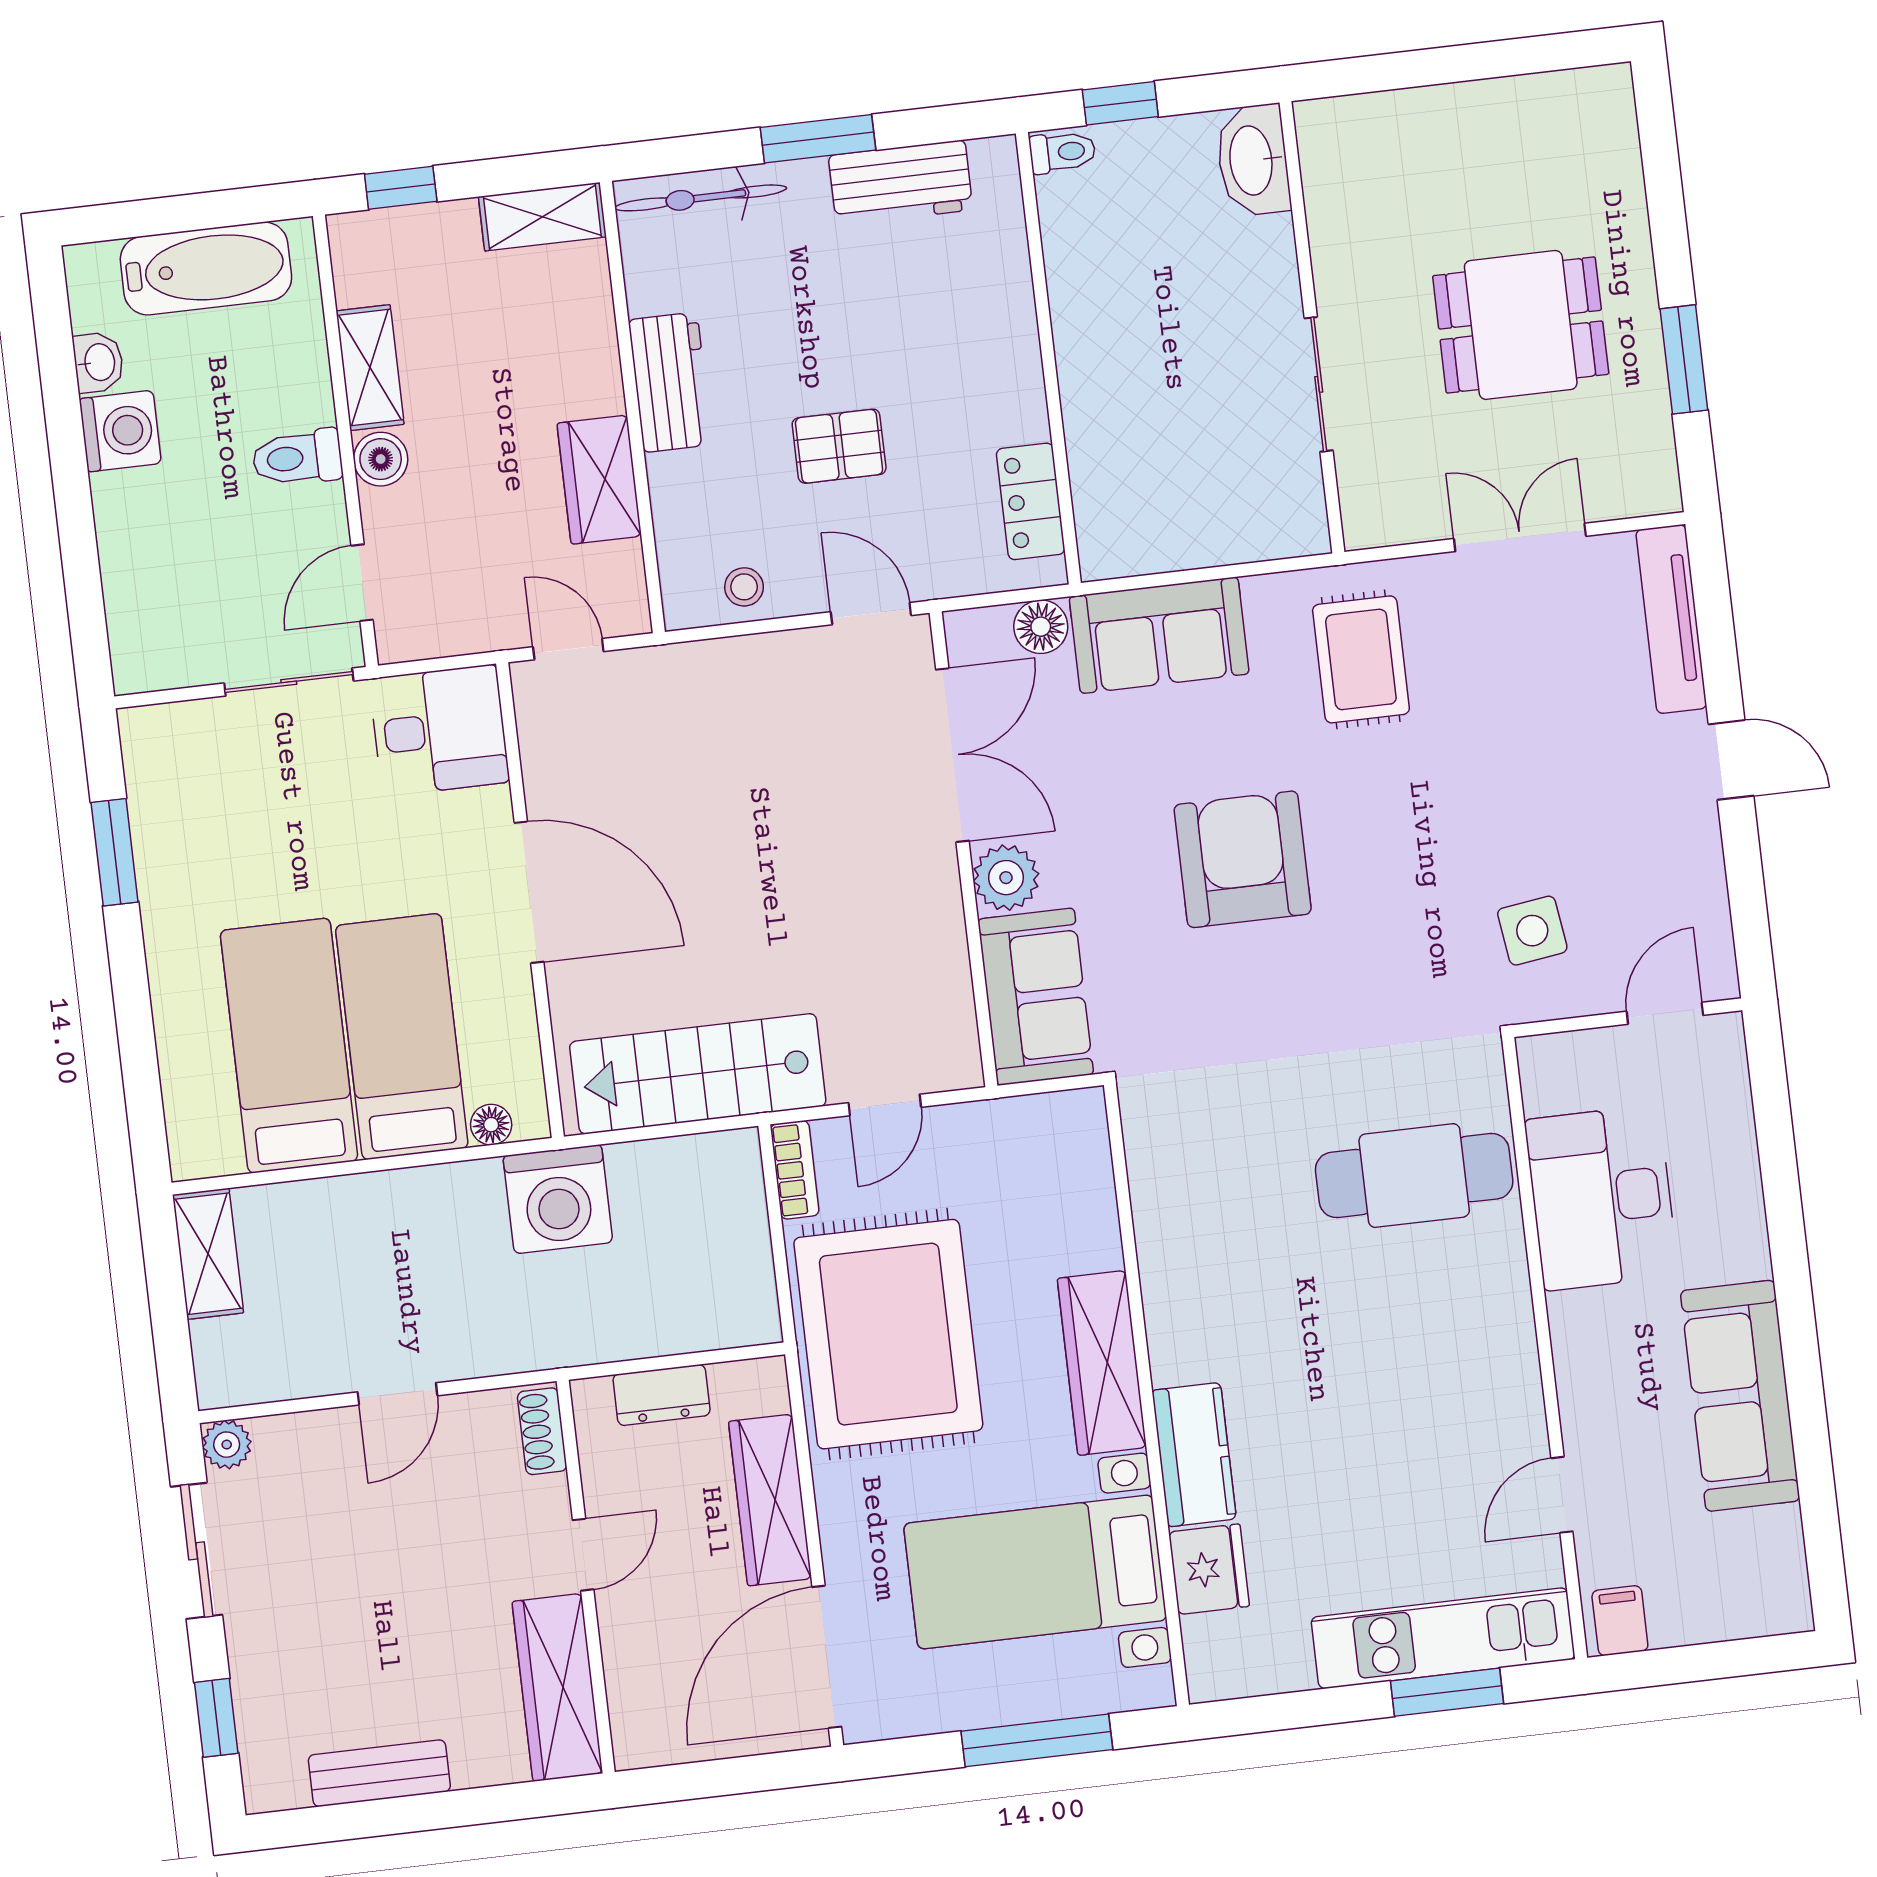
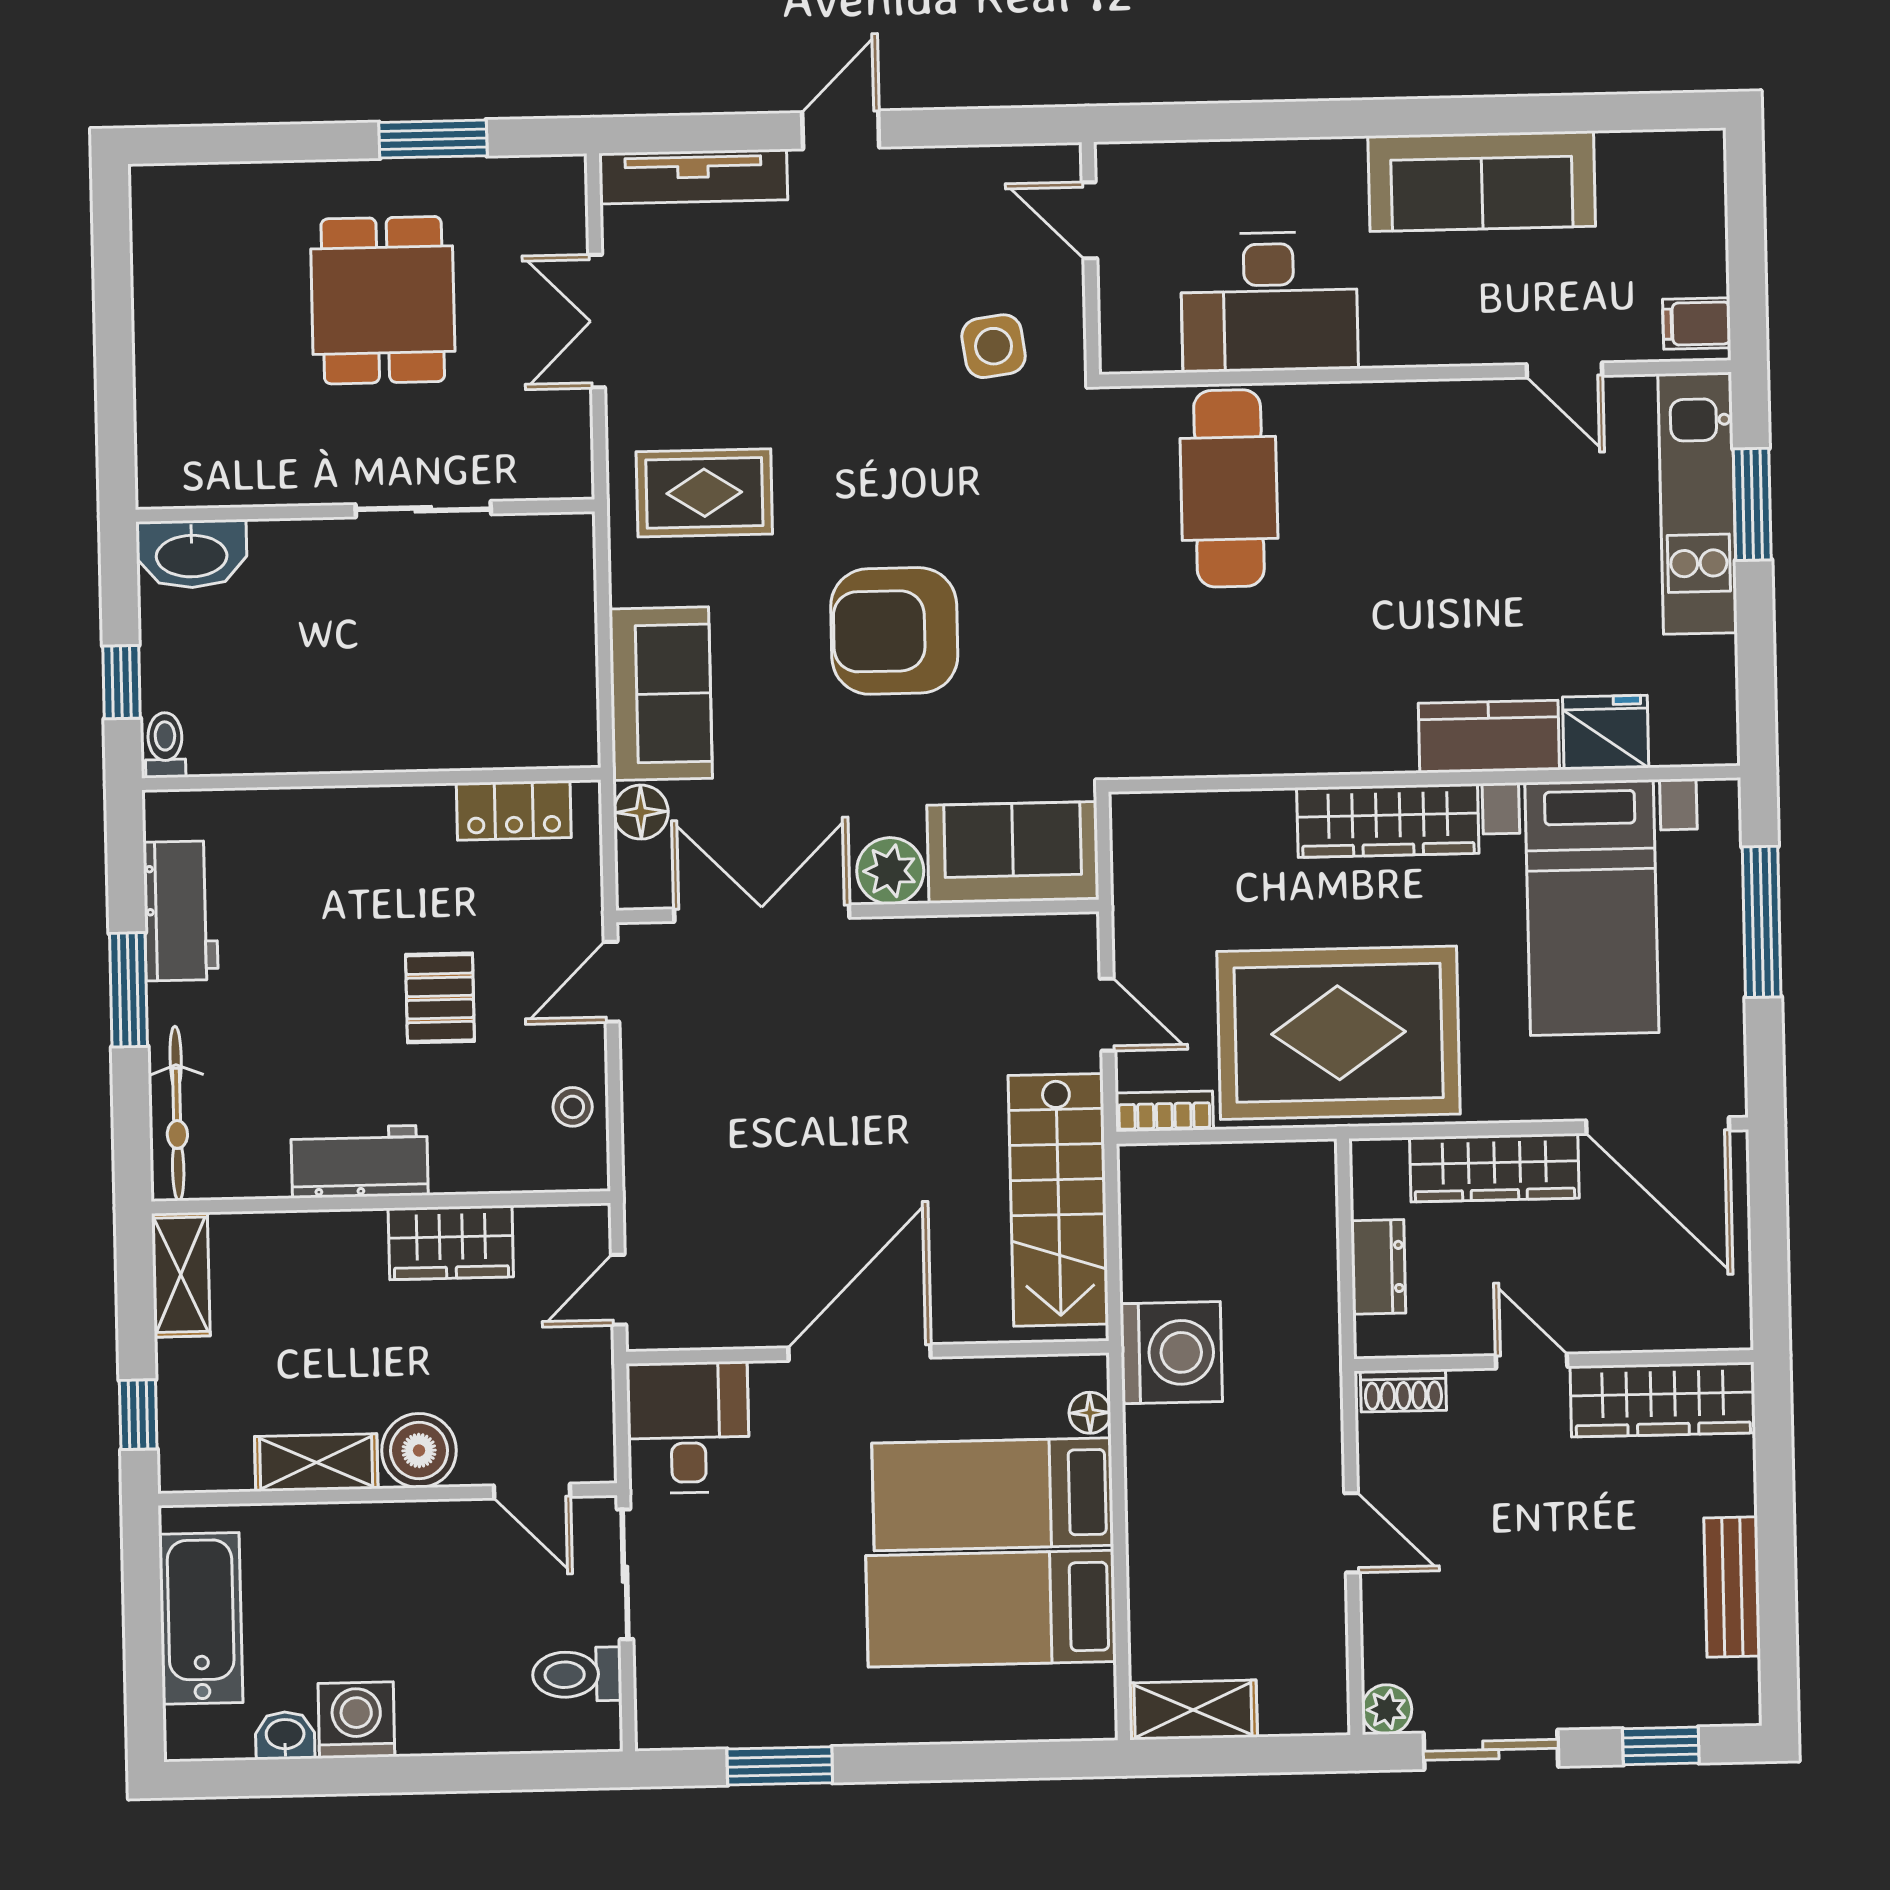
toilet: (297, 458) -> (577, 1674), moved, turned 90
boiler: (381, 459) -> (419, 1450), width x1.36, depth x1.36

